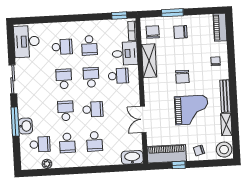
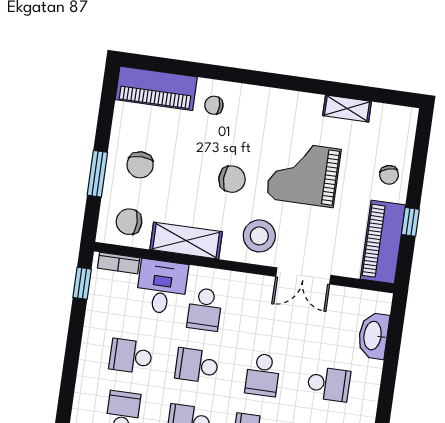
piano: (220, 27) -> (156, 88), width x1.37, depth x1.33
school desk: (89, 45) -> (131, 356), turned 180
school desk: (118, 76) -> (205, 309), turned 180
bench: (225, 96) -> (289, 99), removed
school desk: (93, 109) -> (263, 375), turned 180
grand piano: (191, 110) -> (303, 174), turned -90
stool: (224, 150) -> (259, 236), moved
washbasin: (132, 157) -> (373, 336), moved

